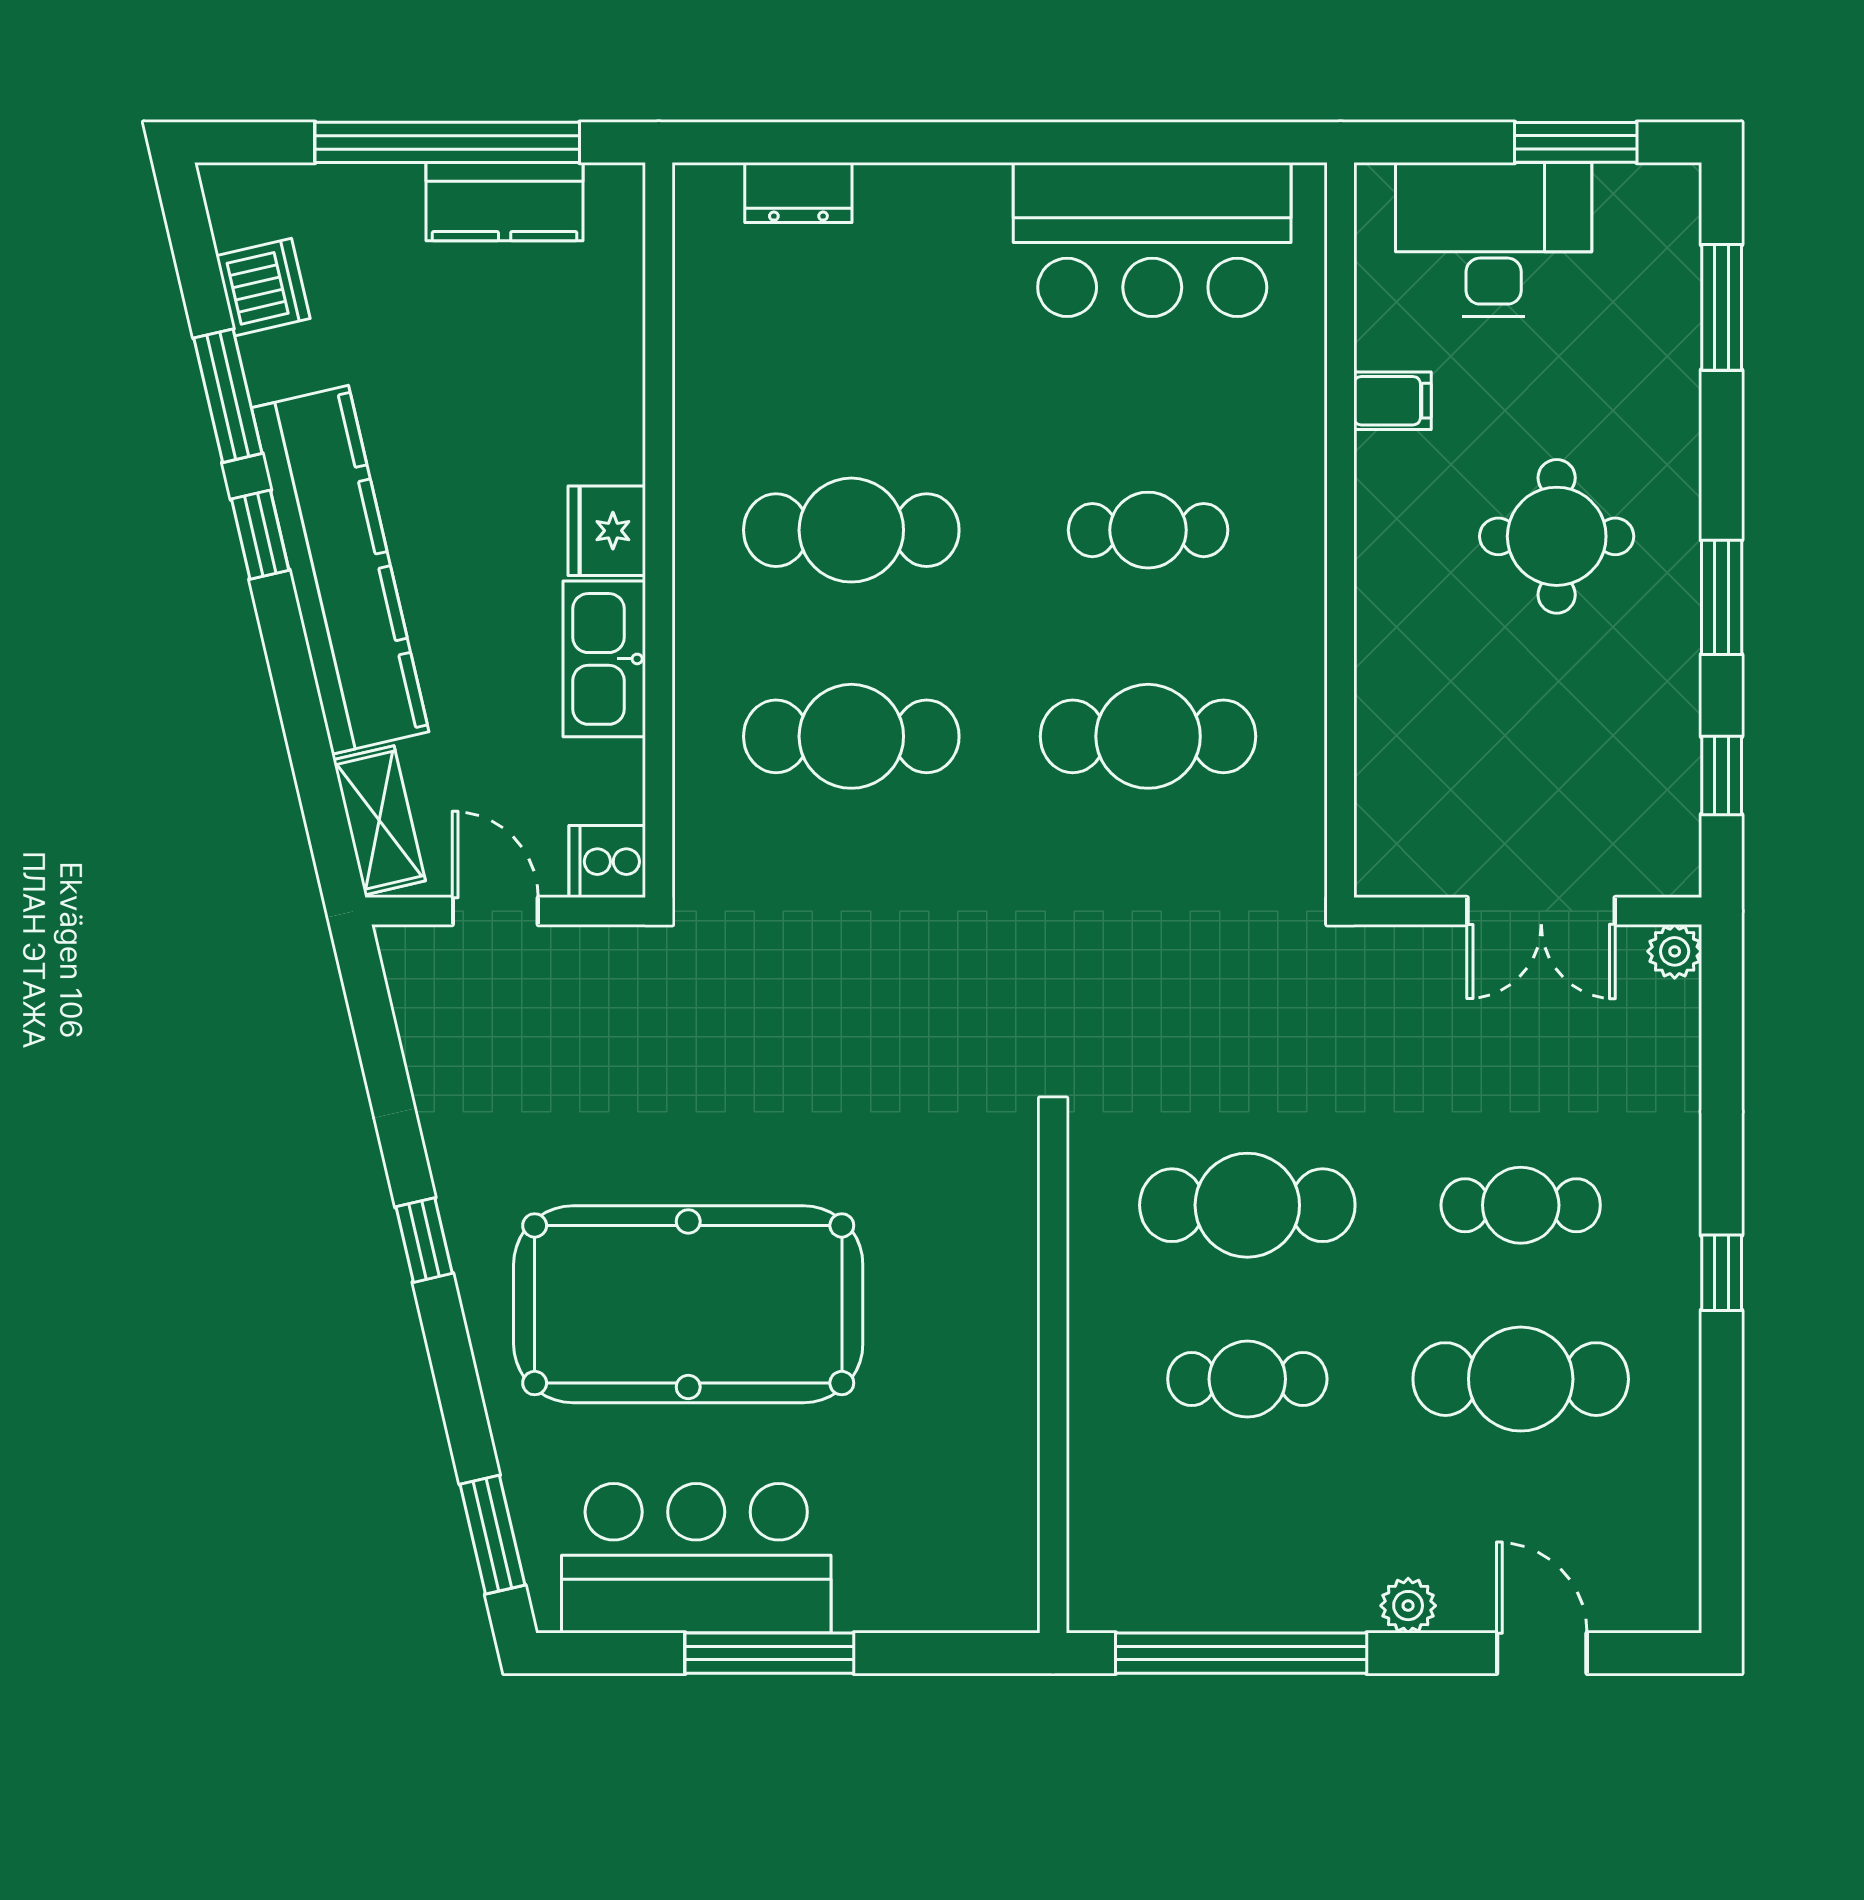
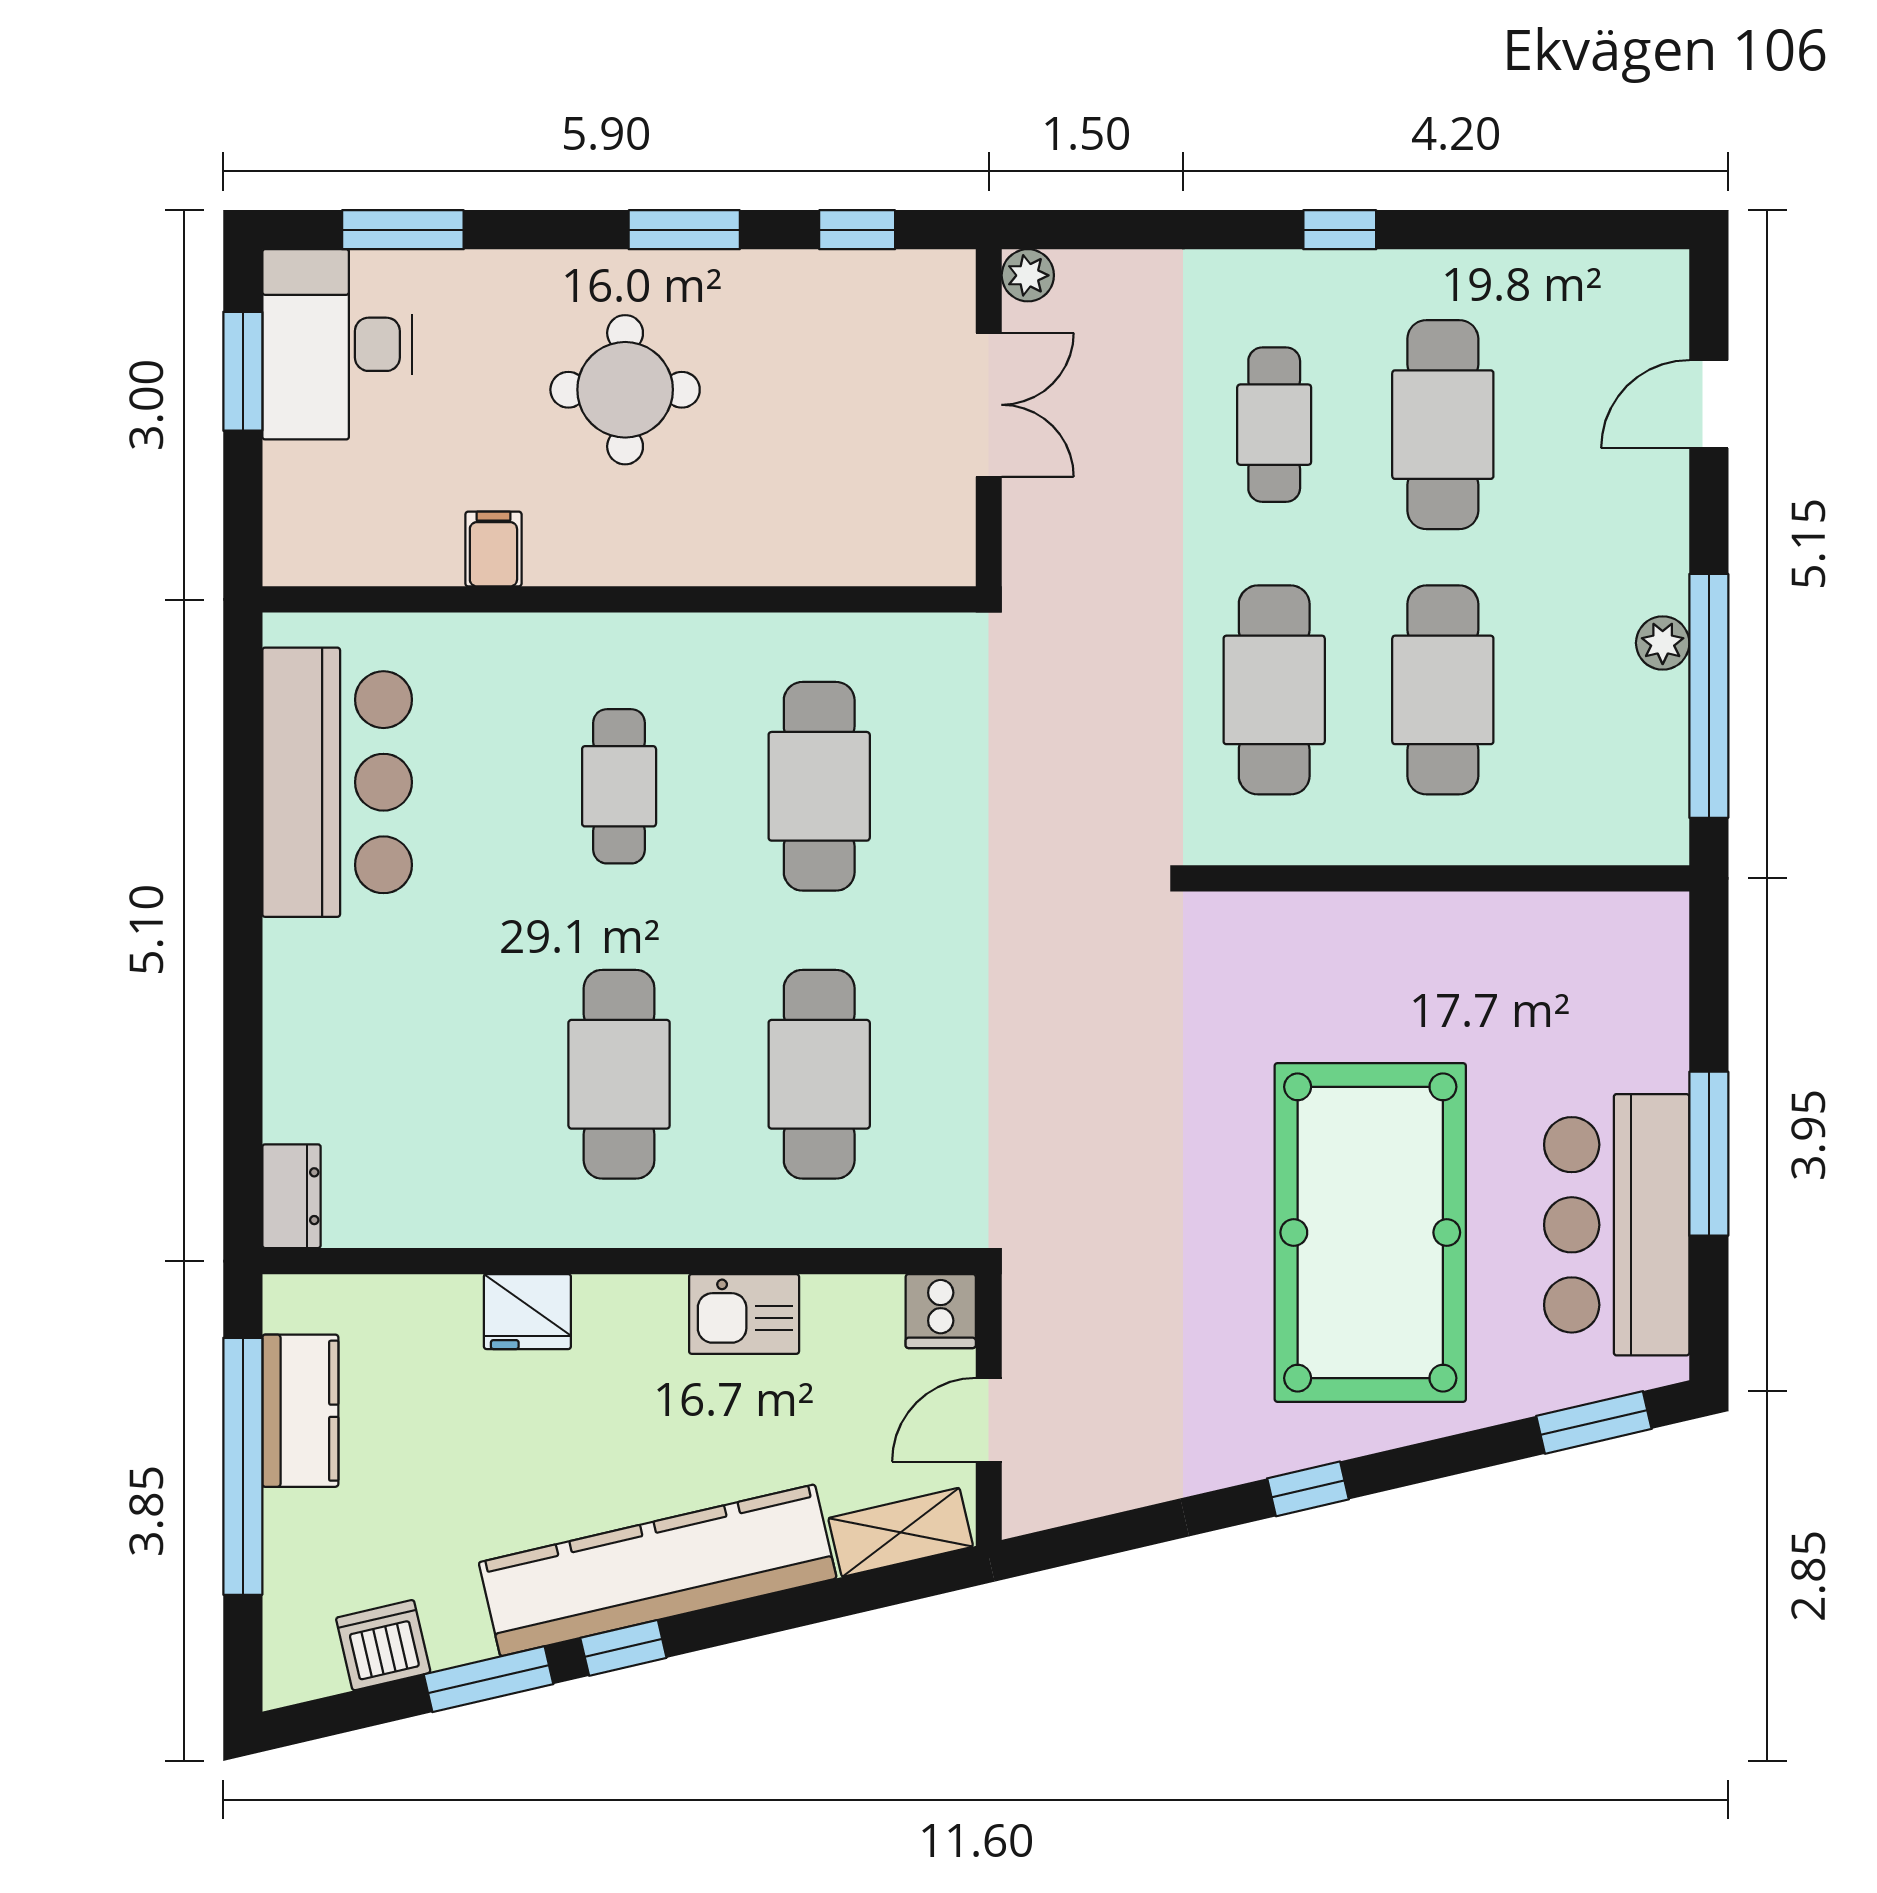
dresser: (798, 193) -> (291, 1196), moved
desk: (1494, 240) -> (337, 344), moved
fridge: (607, 531) -> (527, 1312), moved
kitchen sink: (604, 659) -> (744, 1314), width x0.73
cafe table: (1247, 1379) -> (1443, 690), width x1.37, depth x1.35
plant: (1408, 1606) -> (1663, 643), moved

